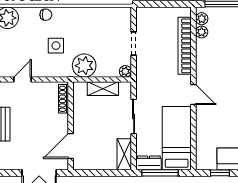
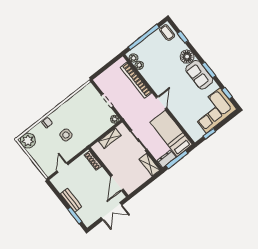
plant: (84, 66) -> (90, 134), removed
door: (193, 95) -> (161, 103), hinge flipped

